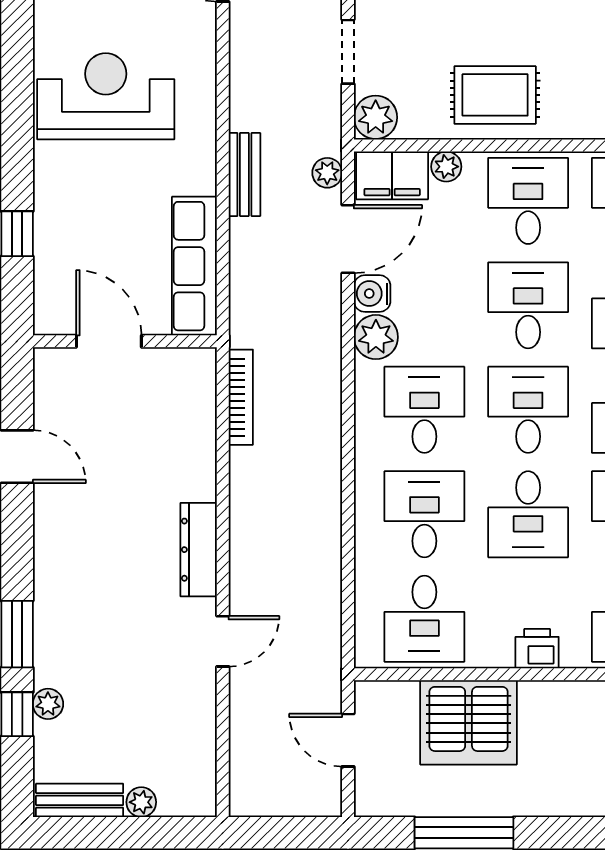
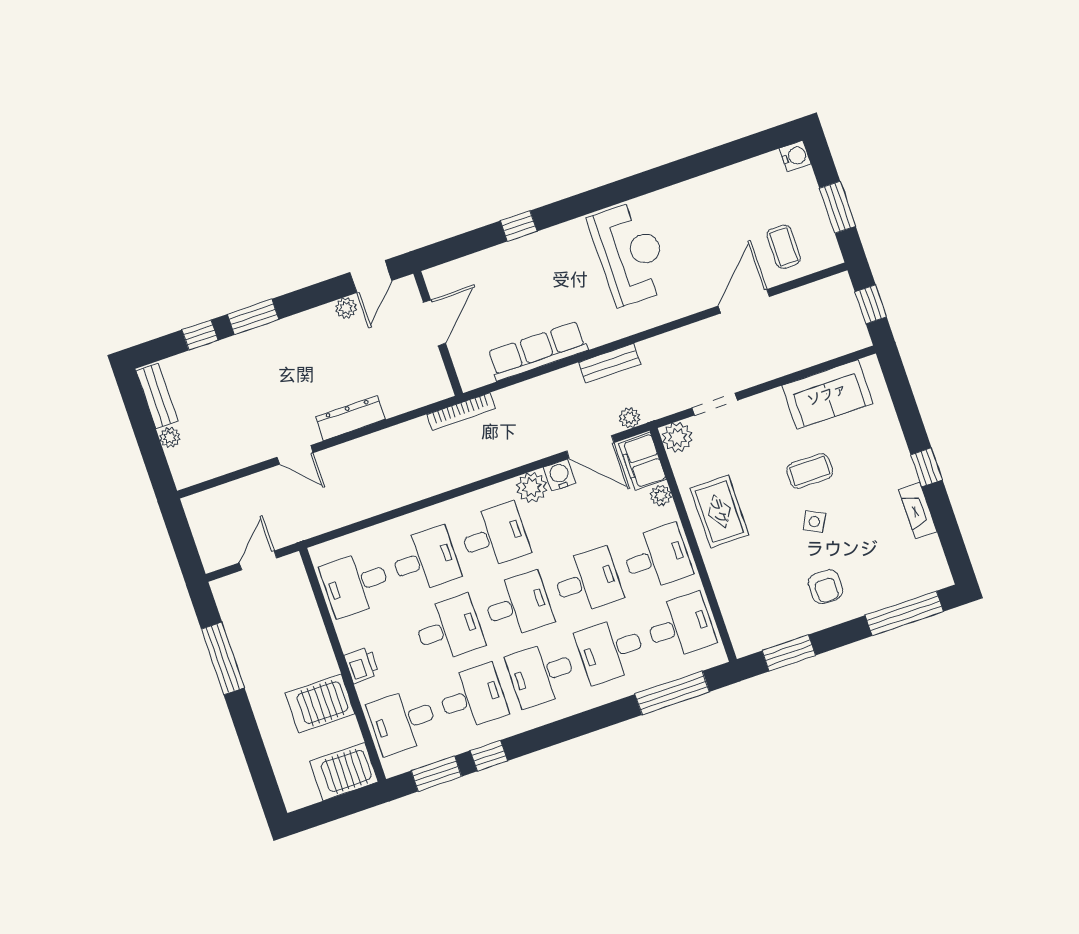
door: (109, 341) -> (434, 323), moved
wall: (125, 341) -> (438, 333), moved
desk: (528, 514) -> (449, 629), turned 180
plant: (48, 704) -> (346, 308), moved
server rack: (469, 722) -> (320, 703), moved, width x0.63

